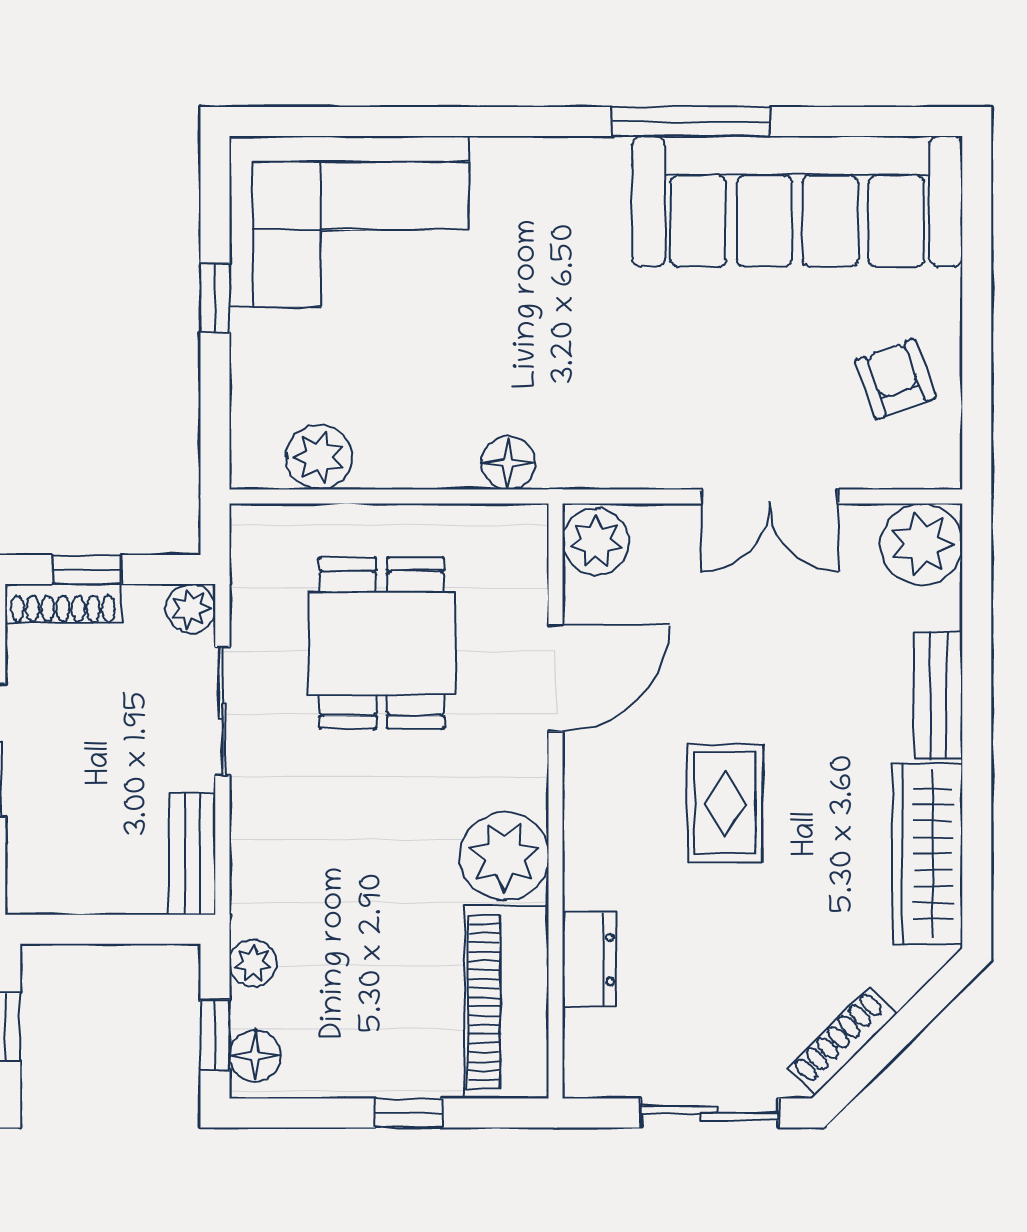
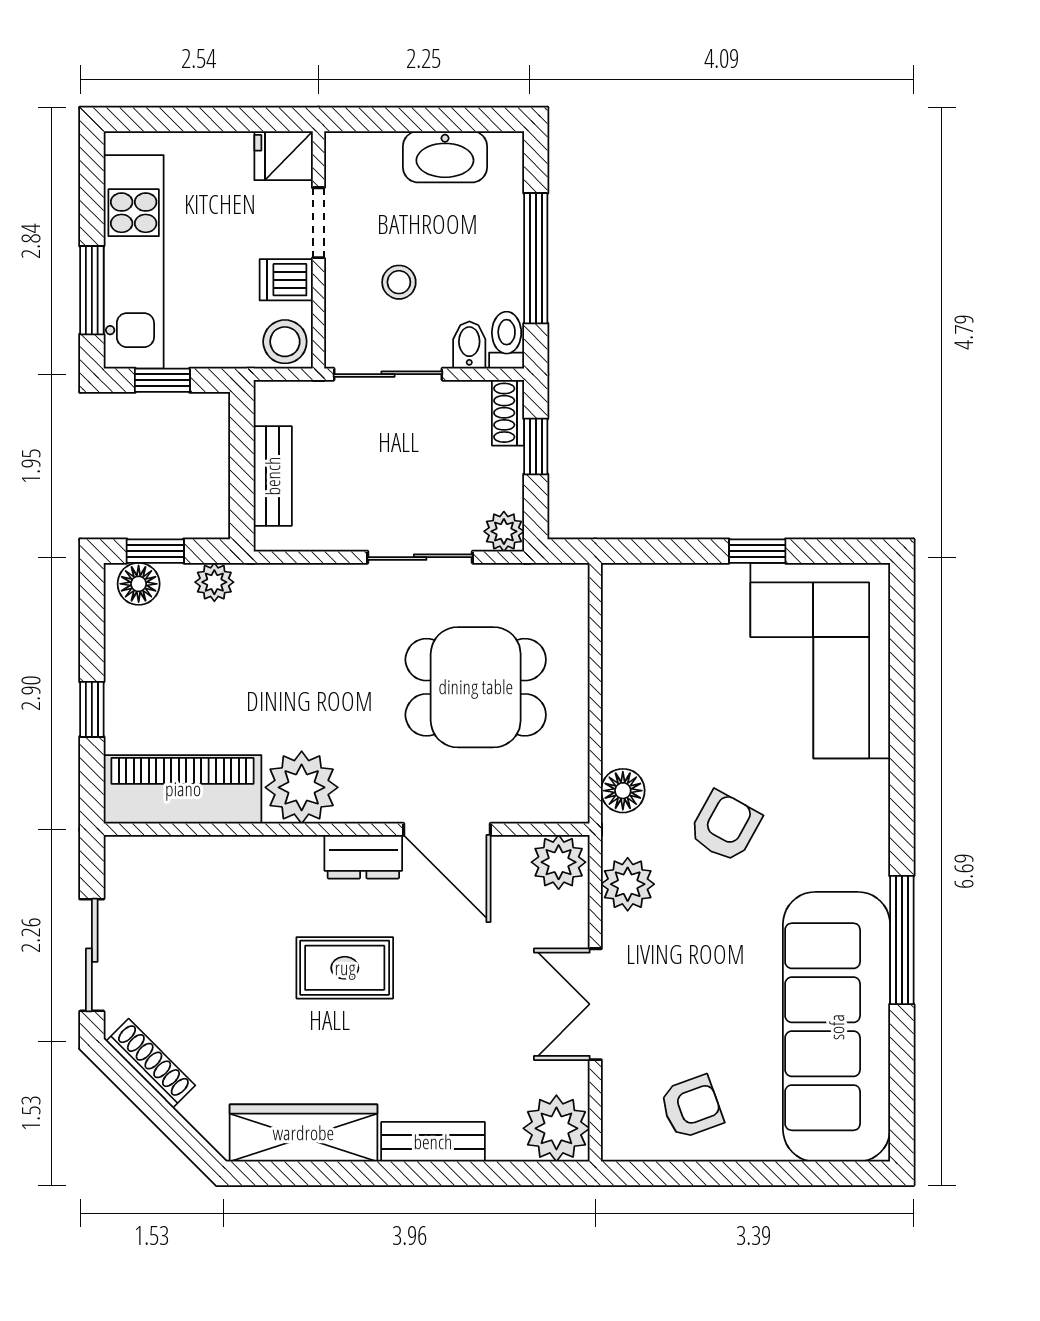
armchair: (552, 338) -> (725, 826), added
plant: (319, 457) -> (628, 884), moved
shoe rack: (63, 604) -> (508, 413), width x0.70
bench: (192, 854) -> (273, 476), moved, turned 90
dresser: (589, 959) -> (363, 857), moved

